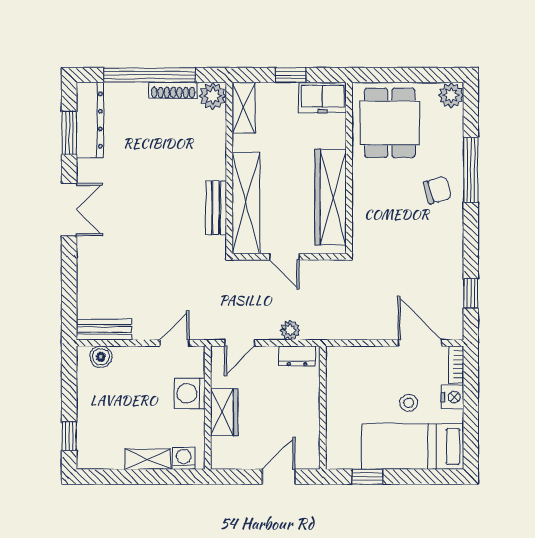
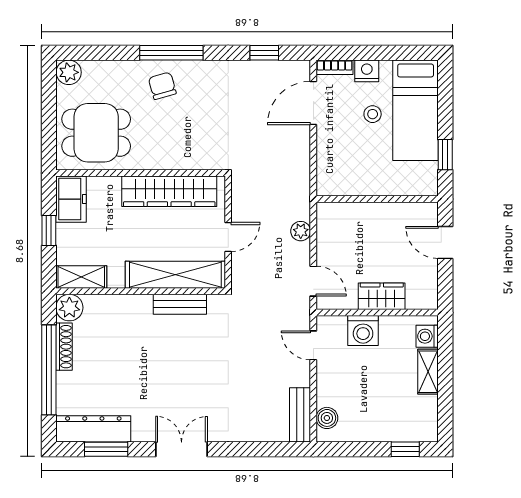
window: (471, 170) -> (171, 53), moved
dresser: (297, 356) -> (326, 224), removed

